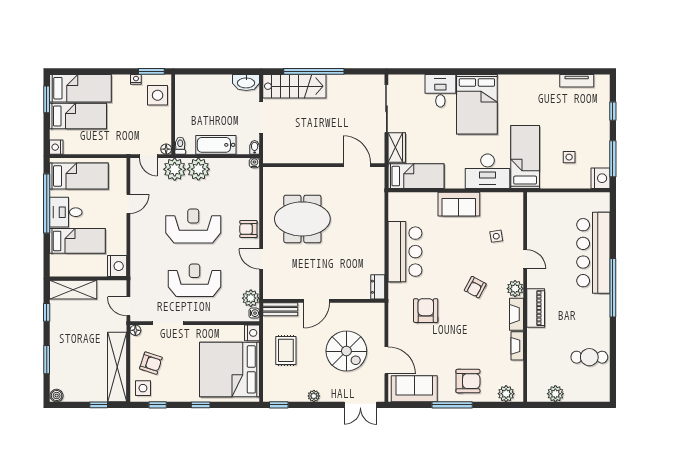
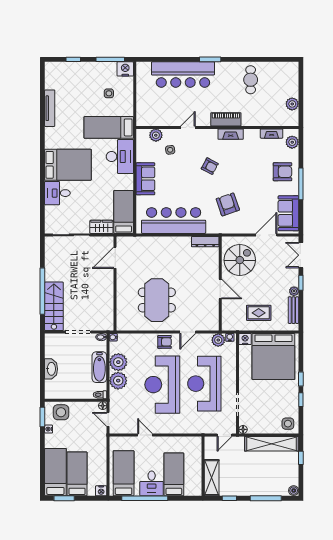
tv unit: (577, 81) -> (50, 108), moved, width x1.41
washbasin: (246, 82) -> (51, 369), moved
door: (148, 156) -> (108, 419), swing flipped
plant: (175, 169) -> (118, 362), moved
reception desk: (193, 226) -> (162, 385), width x1.36, depth x1.30
armchair: (248, 229) -> (165, 342), turned -90
bar counter: (405, 252) -> (174, 221), width x1.36
nightstand: (117, 266) -> (193, 444), removed
reception desk: (195, 280) -> (204, 384), width x1.36, depth x1.30
dresser: (378, 287) -> (205, 242), width x1.44
window: (613, 288) -> (210, 59), width x0.47
plant: (515, 289) -> (156, 135), moved
bench: (280, 309) -> (293, 310), moved
armchair: (426, 311) -> (228, 204), turned 71
fireplace: (517, 346) -> (272, 134), moved
spiral stairs: (346, 351) -> (240, 260), moved
cafe table: (589, 357) -> (251, 80), moved
window: (47, 360) -> (266, 498), width x1.44
armchair: (151, 363) -> (268, 417), removed
armchair: (468, 381) -> (282, 172), turned 90
window: (158, 405) -> (301, 400), moved
window: (279, 405) -> (301, 283), moved
double door: (360, 405) -> (301, 255), swing flipped

